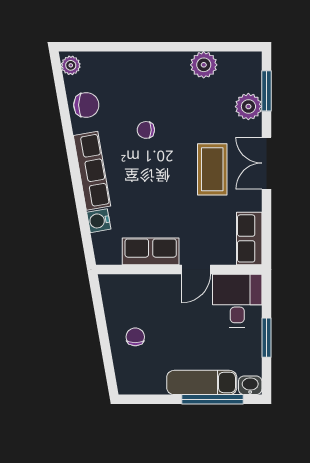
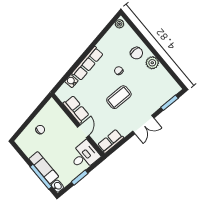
plant: (204, 65) -> (152, 63), moved
chair: (86, 105) -> (137, 53), moved
plant: (248, 107) -> (158, 101), removed
double door: (266, 163) -> (143, 125), swing flipped
coffee table: (212, 169) -> (119, 97), moved
door: (196, 269) -> (83, 131), swing flipped

